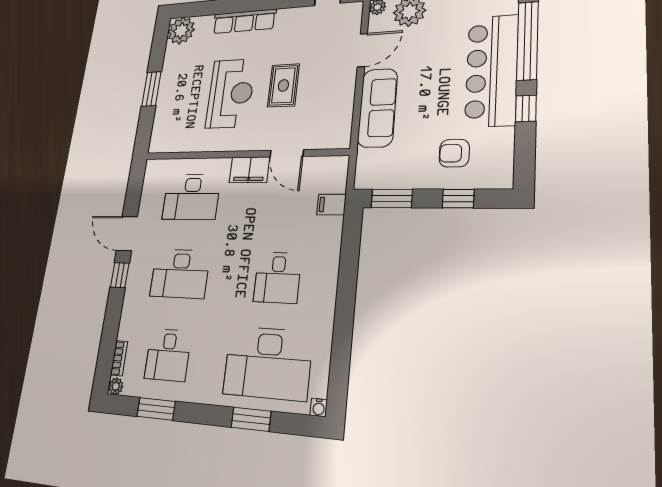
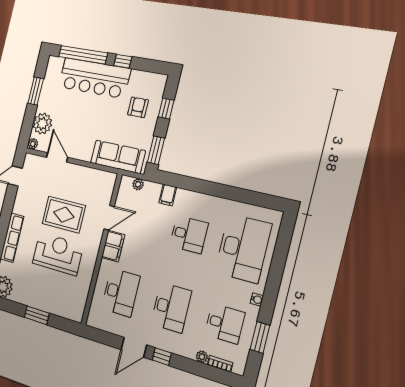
rug: (283, 85) -> (64, 215), width x1.36, depth x1.43
sofa: (378, 108) -> (118, 157), moved
armchair: (454, 153) -> (138, 107), turned 180
plant: (339, 184) -> (138, 184), added
filing cabinet: (331, 204) -> (168, 195), moved
plant: (116, 386) -> (202, 357), moved
water cooler: (319, 408) -> (257, 299), moved
window: (251, 419) -> (278, 265), removed

